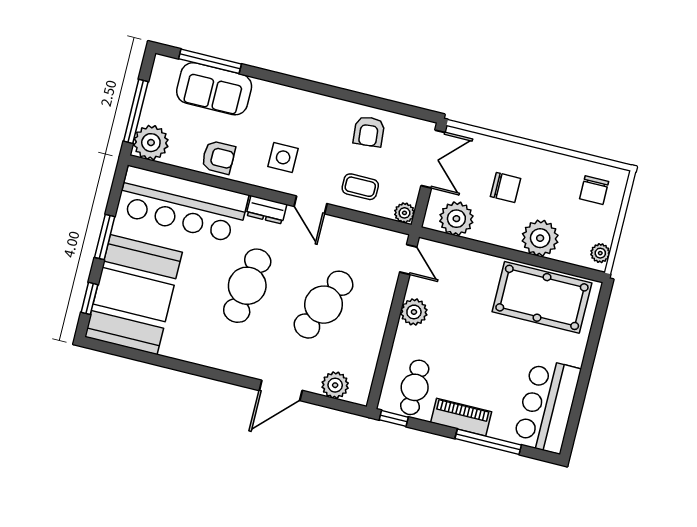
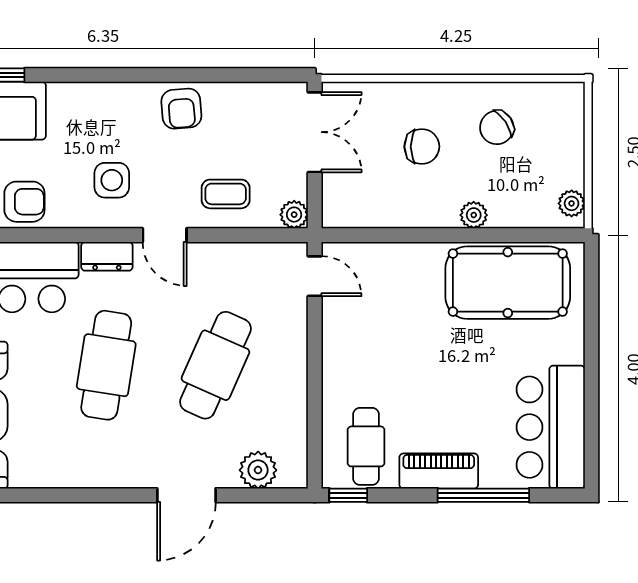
armchair: (369, 131) -> (181, 109), moved
chair: (594, 190) -> (497, 128), moved, turned 56
plant: (456, 219) -> (366, 205), removed
plant: (540, 238) -> (474, 215), width x0.53, depth x0.53
plant: (414, 312) -> (340, 345), removed

